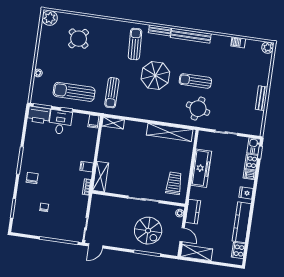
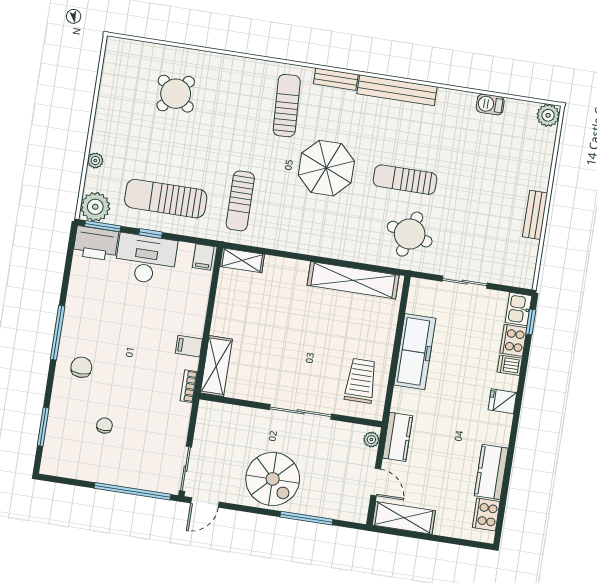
plant: (50, 18) -> (95, 207), moved
desk: (60, 122) -> (146, 259), width x1.37
kitchen counter: (242, 222) -> (491, 472), width x0.67
spiral stairs: (148, 231) -> (273, 479), moved

